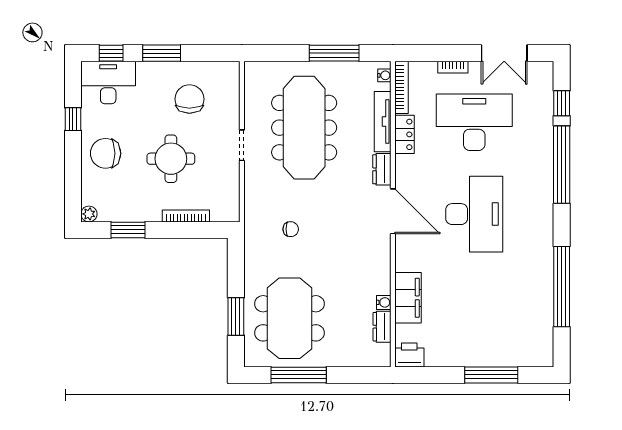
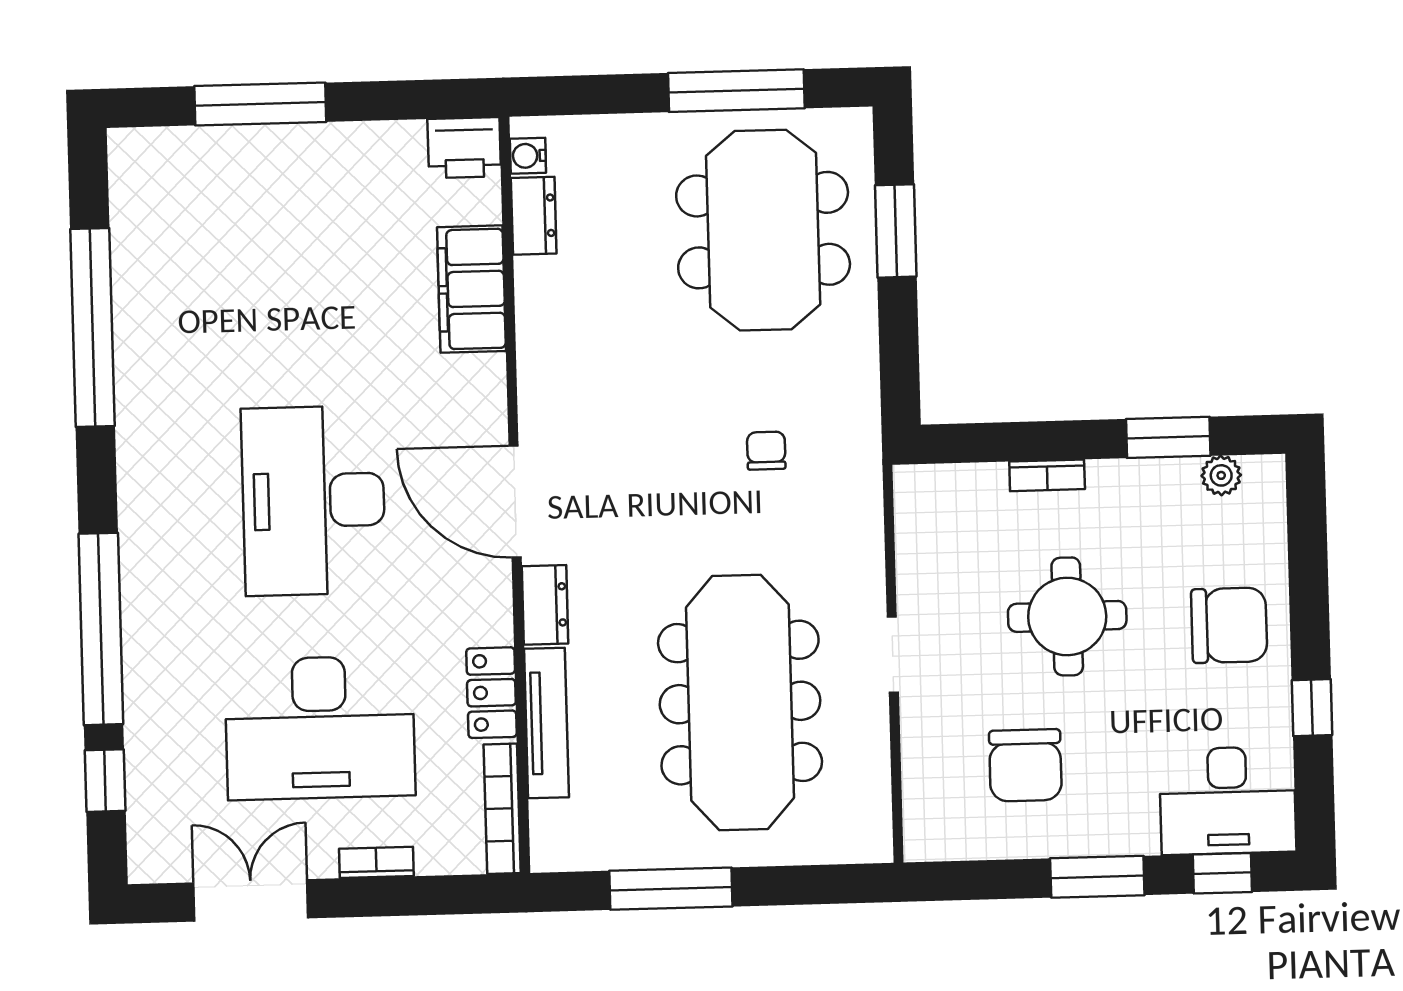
water cooler: (384, 75) -> (545, 837), removed
plant: (89, 214) -> (1221, 475), moved
bookcase: (186, 216) -> (1047, 475), width x0.64
chair: (291, 229) -> (766, 451), turned 90
water cooler: (384, 302) -> (528, 156), moved

